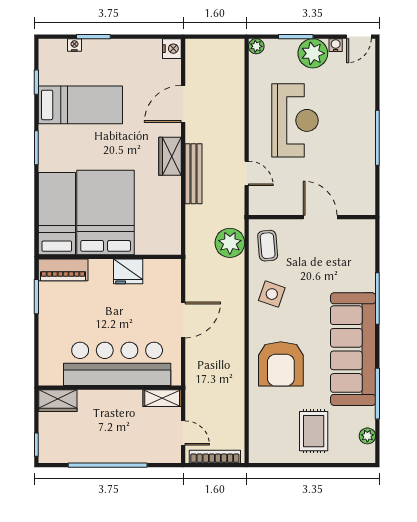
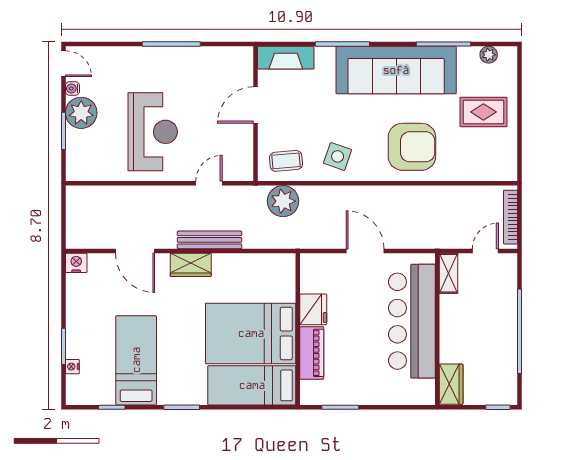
plant: (256, 46) -> (74, 173), removed
reception desk: (295, 120) -> (153, 132), turned 90
fireplace: (365, 245) -> (286, 58), added
piano: (63, 270) -> (312, 353), moved

